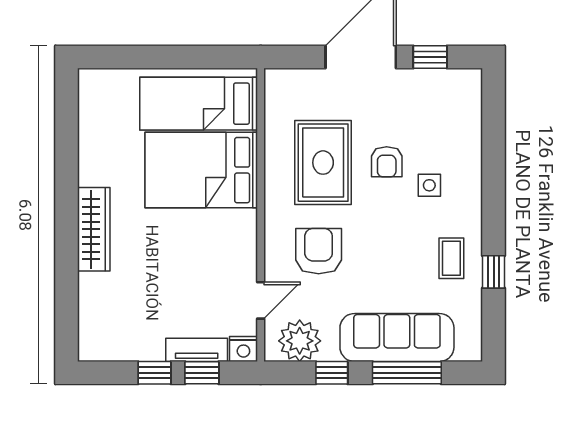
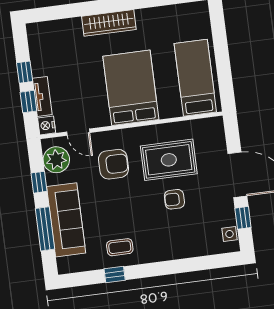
bed: (201, 170) -> (131, 88), moved
side table: (429, 185) -> (229, 234), moved

